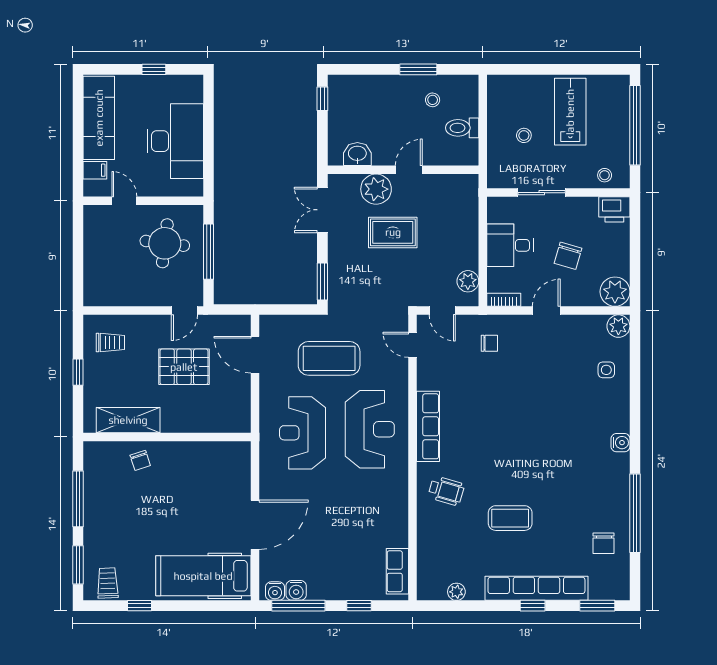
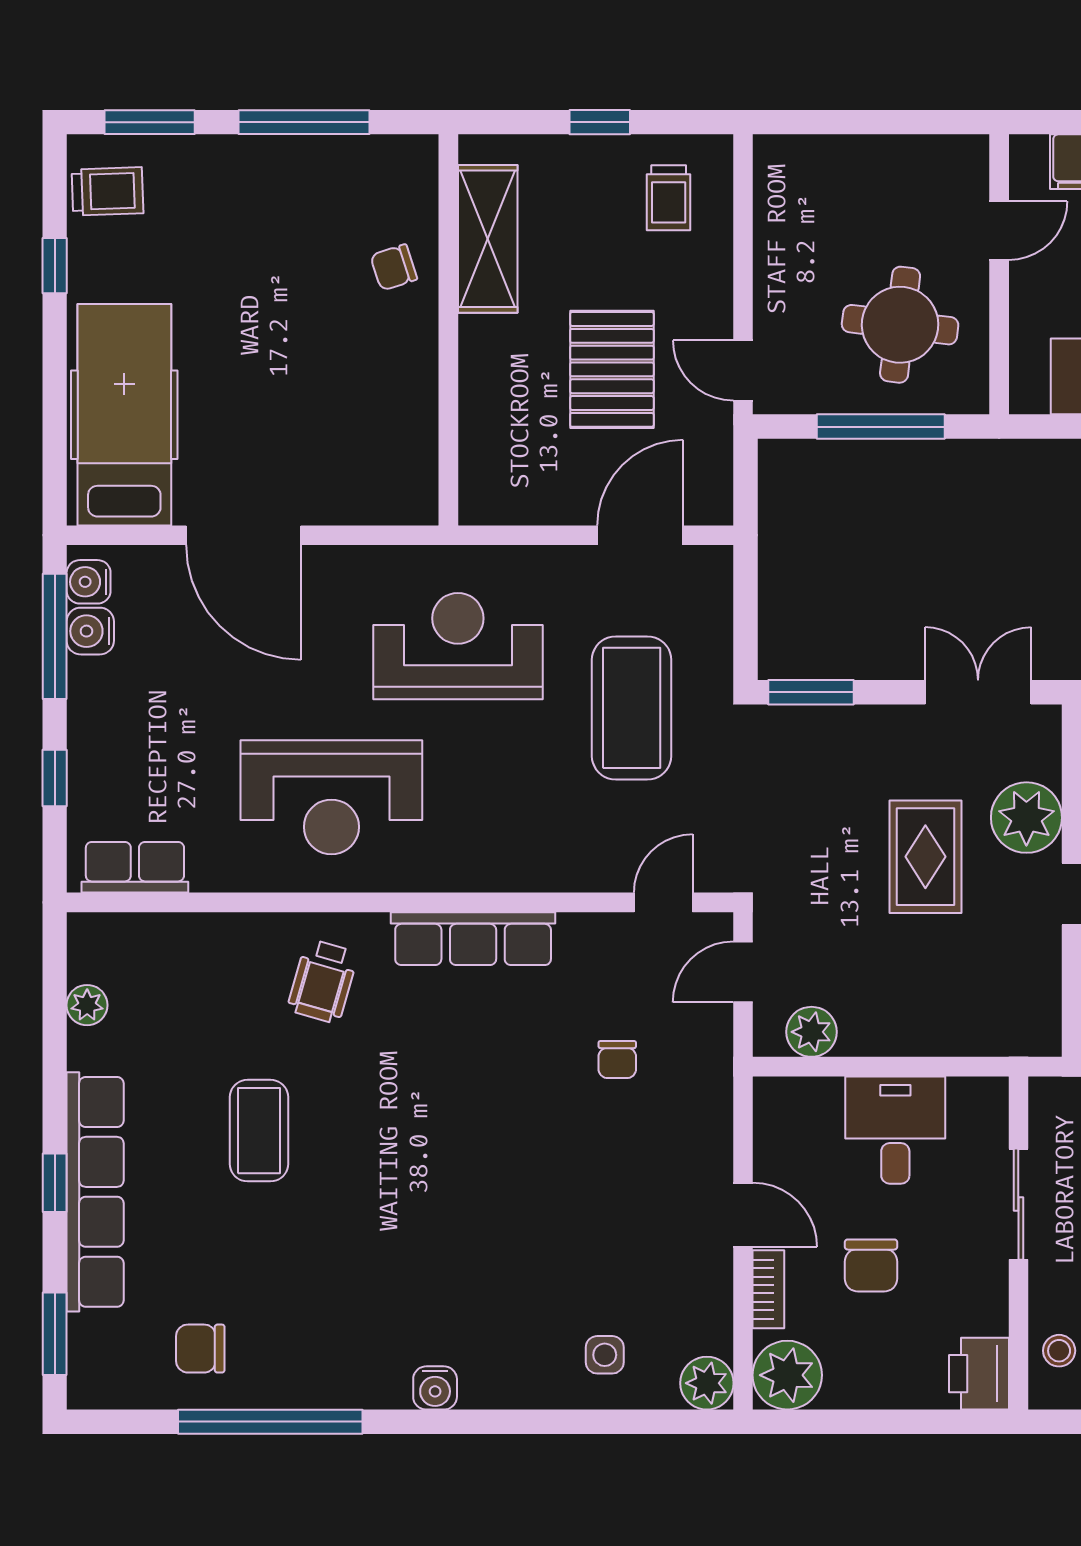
chair: (568, 256) -> (871, 1265), turned -106
bookcase: (504, 300) -> (768, 1289), moved
chair: (489, 343) -> (617, 1059), moved
reception desk: (370, 429) -> (331, 797), moved

